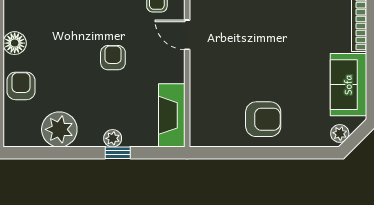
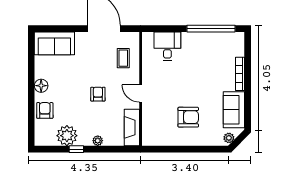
door: (187, 35) -> (141, 94), moved
armchair: (263, 119) -> (188, 117), moved
window: (118, 153) -> (76, 149), moved

